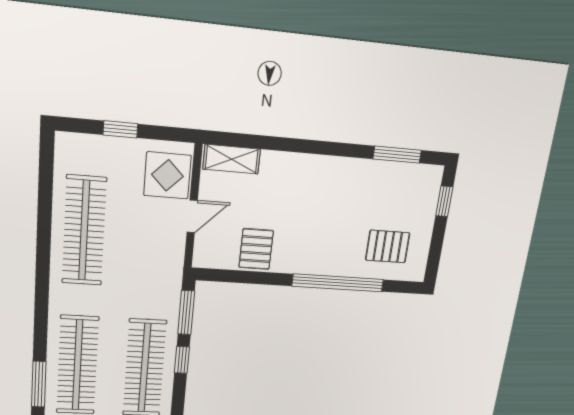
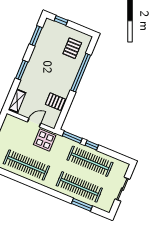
window: (309, 146) -> (22, 70), added
display table: (167, 175) -> (45, 140), moved
door: (192, 216) -> (34, 123), hinge flipped

